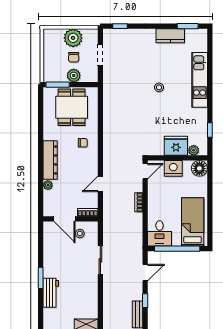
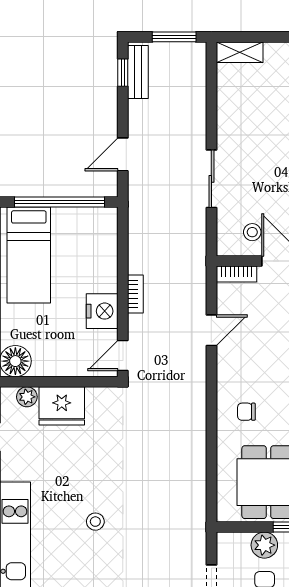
nightstand: (173, 168) -> (102, 311), moved, turned -90
desk: (159, 233) -> (94, 232), removed
window: (145, 301) -> (123, 73), moved

